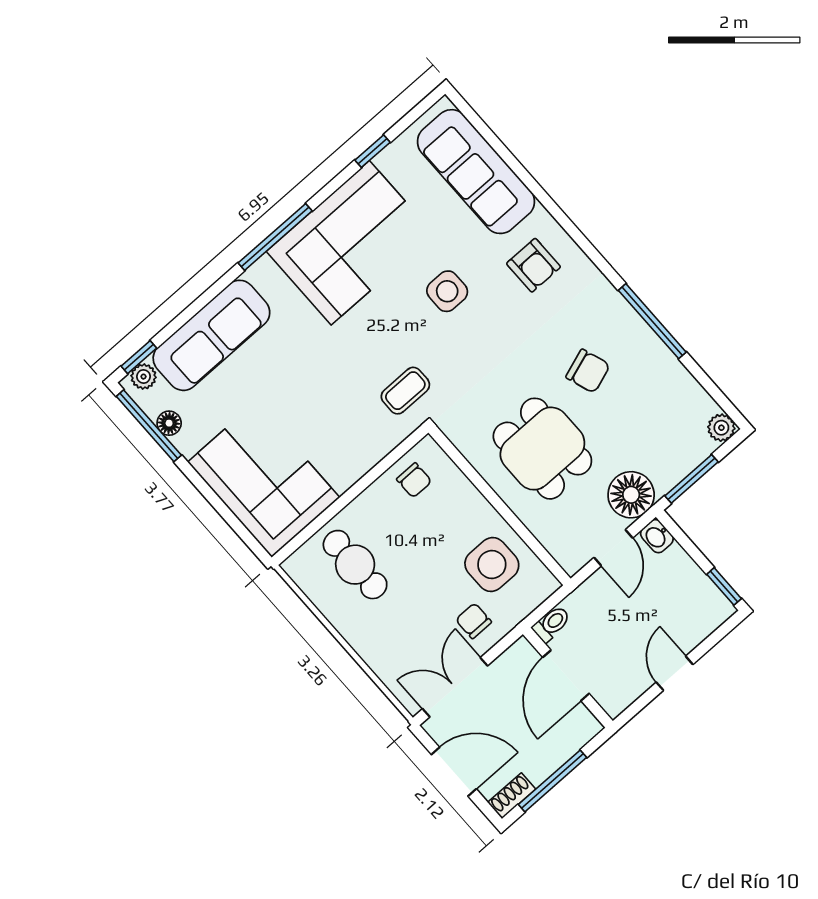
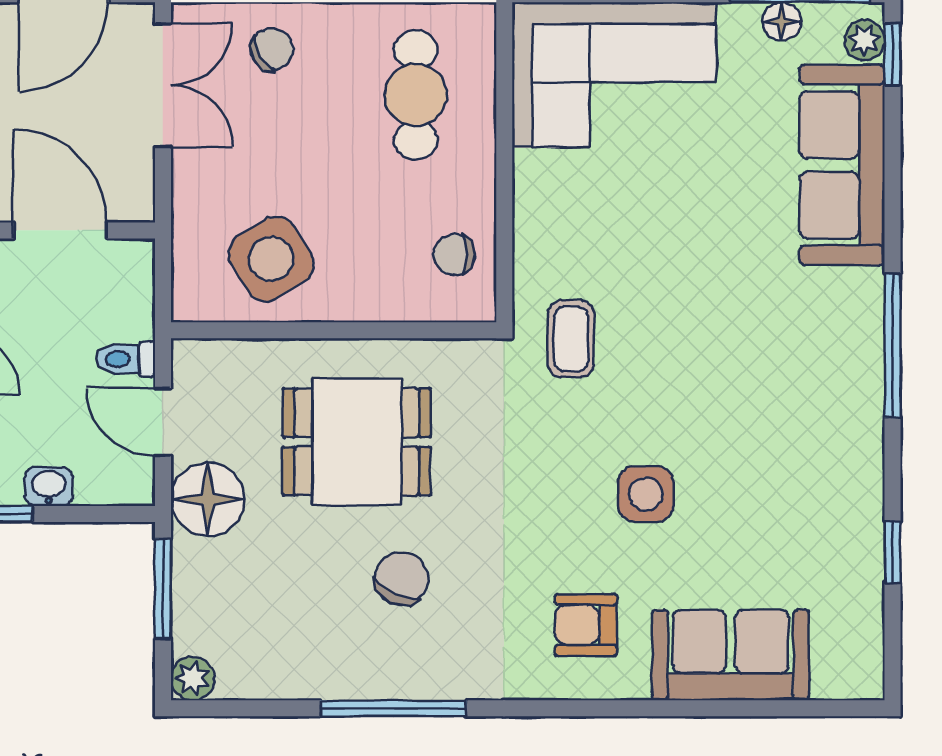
sofa: (476, 172) -> (730, 655), width x0.73
corner sofa: (350, 243) -> (806, 429), removed
chair: (588, 371) -> (401, 578), turned 133
washbasin: (657, 536) -> (49, 486), moved
cafe table: (355, 565) -> (416, 95), turned 90
side table: (492, 565) -> (271, 259), turned -31
chair: (474, 621) -> (272, 49), moved, turned -30
toilet: (551, 624) -> (126, 359), moved, turned 90

